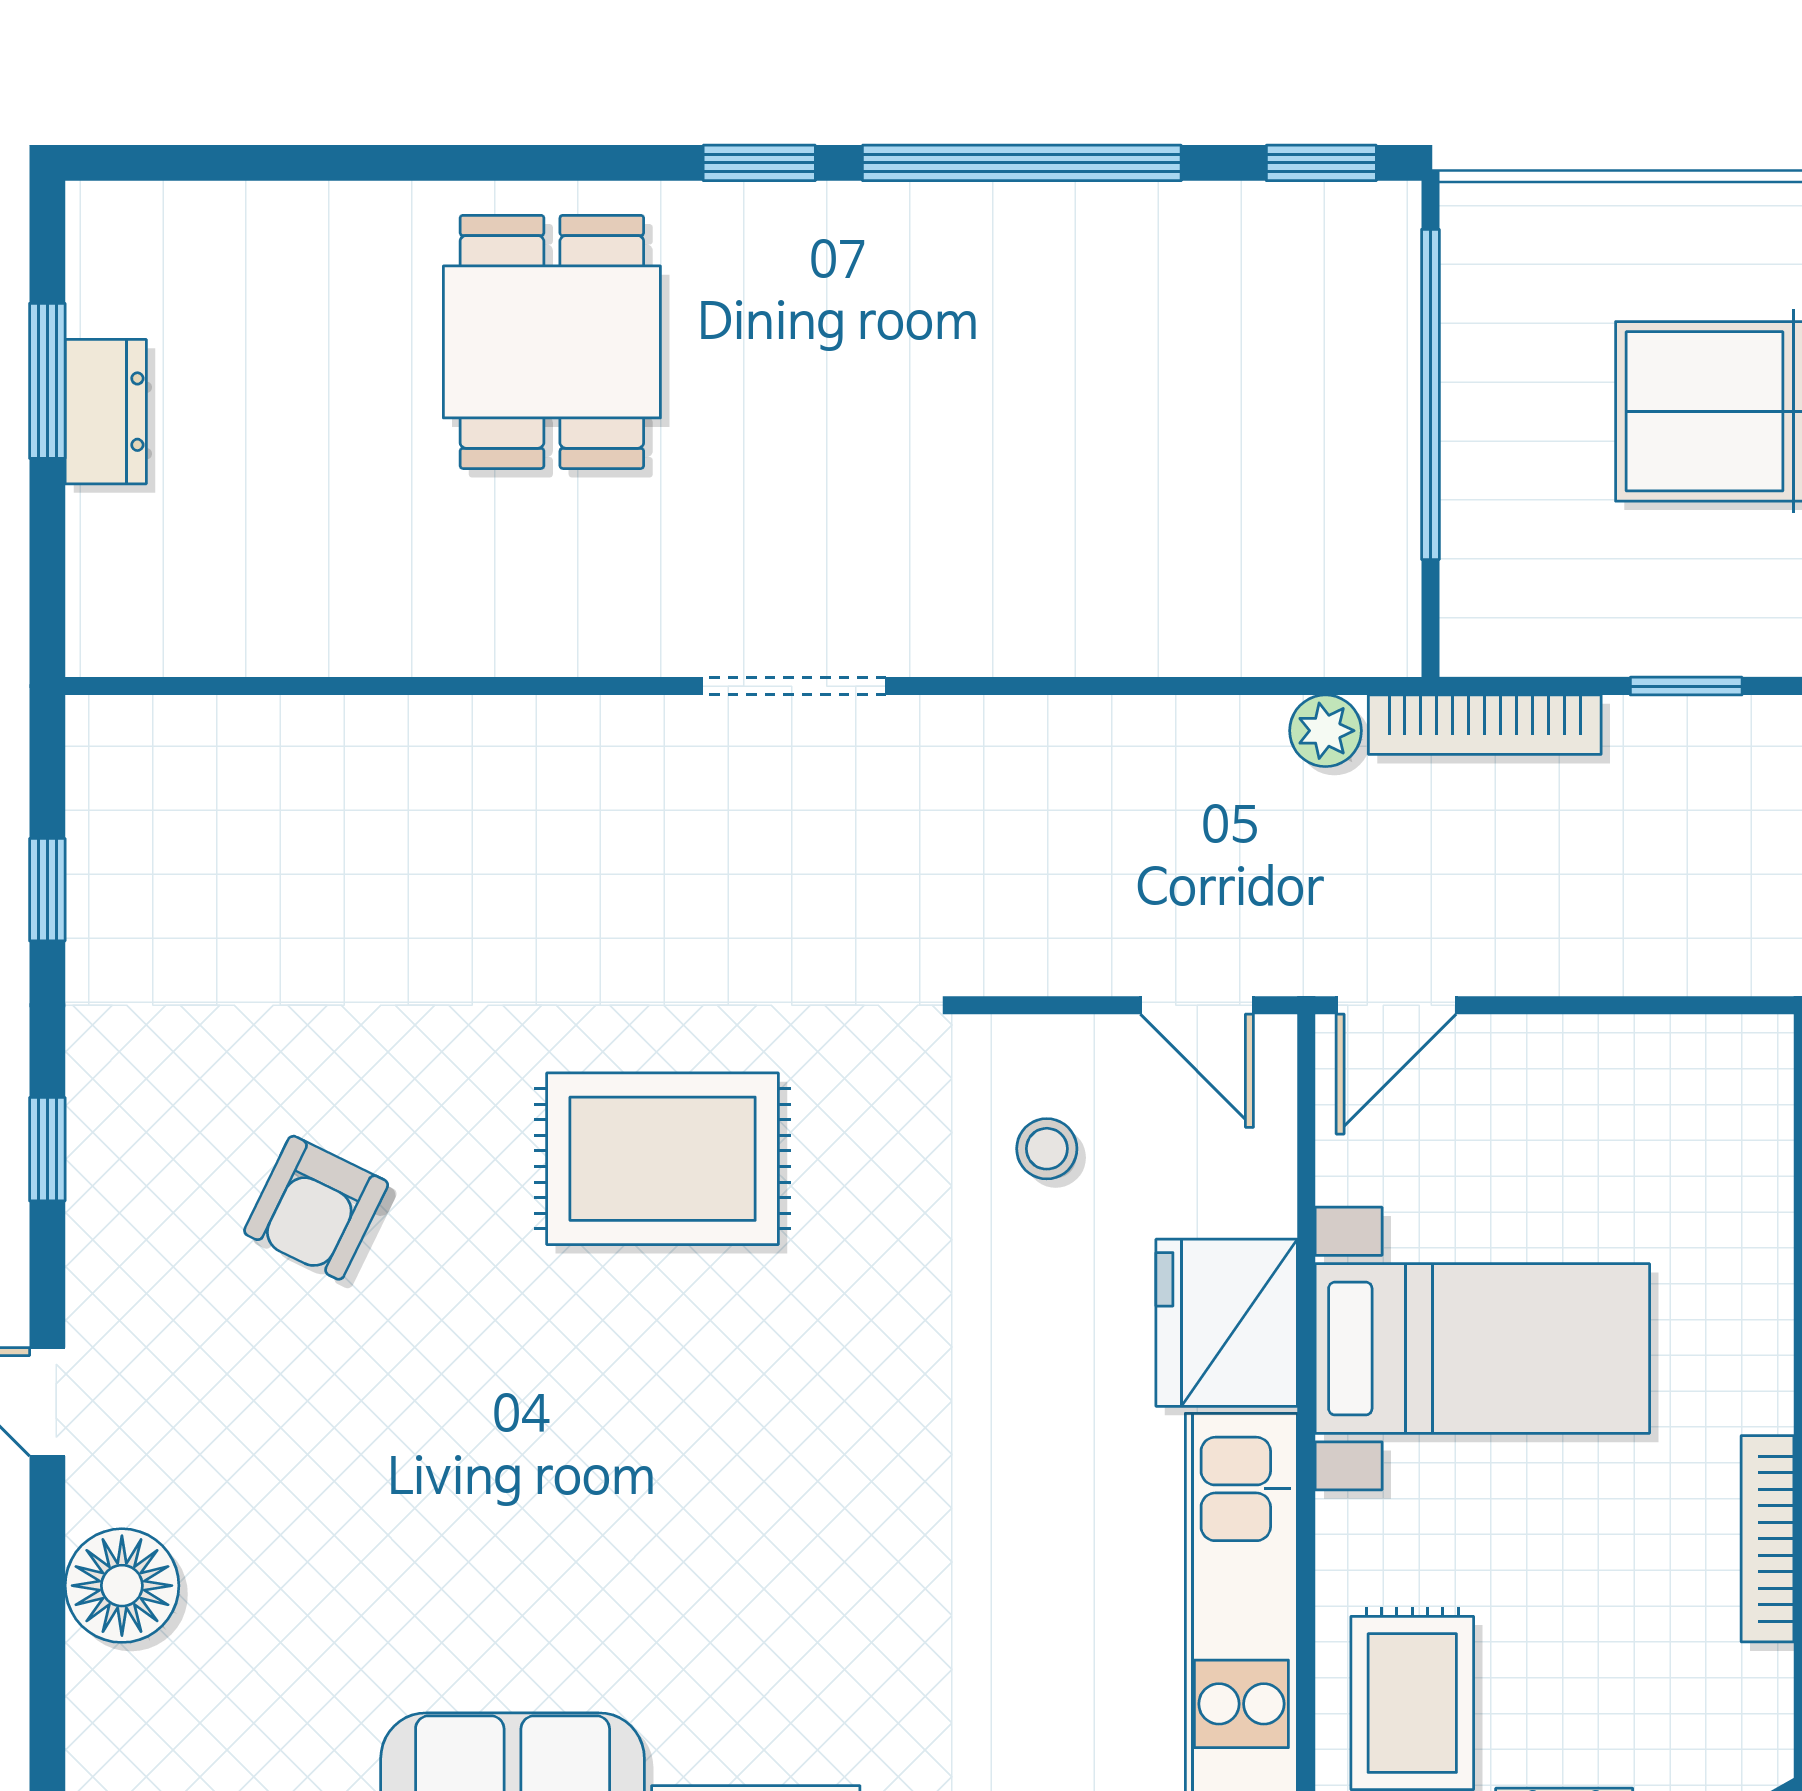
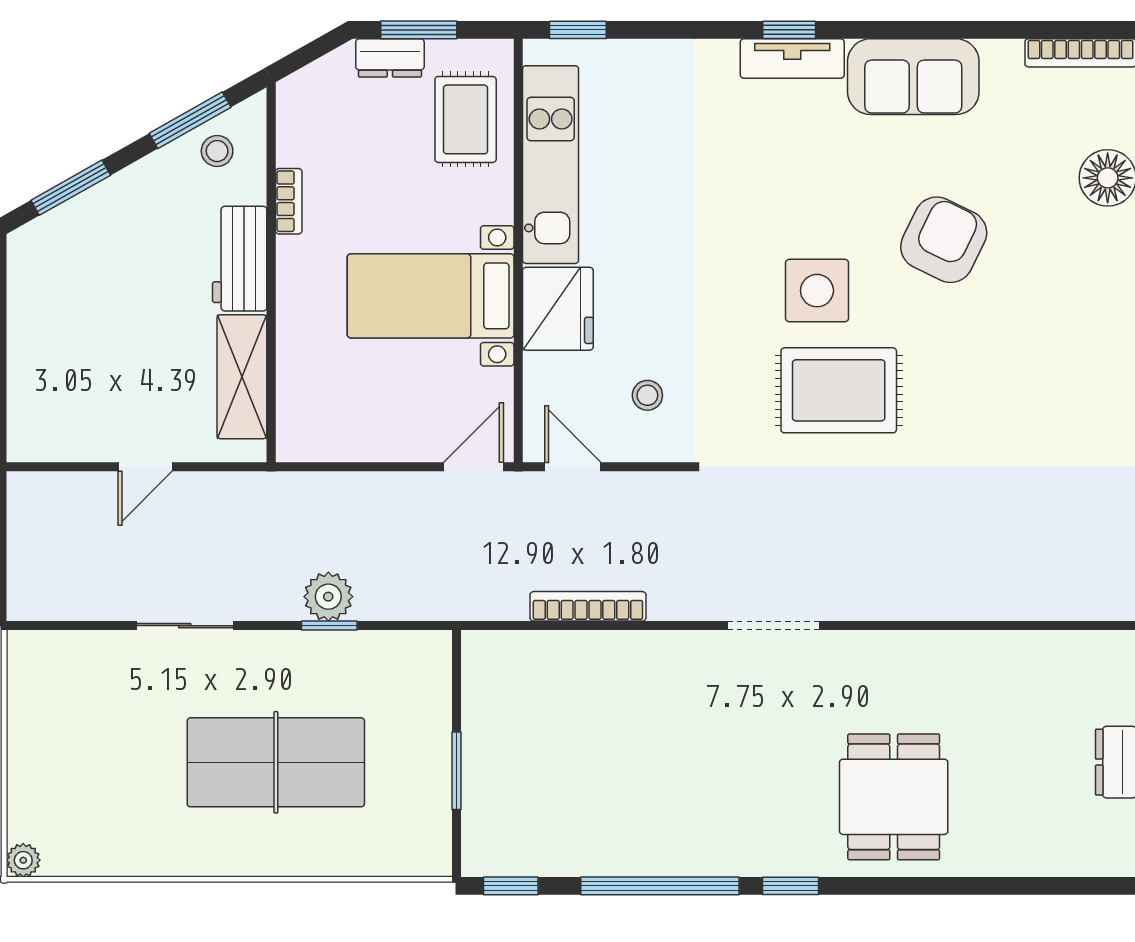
window: (1430, 394) -> (456, 771), width x0.47
bookcase: (1485, 725) -> (588, 606), moved
plant: (1325, 731) -> (328, 597), moved, width x1.38, depth x1.38
armchair: (316, 1208) -> (944, 240), moved, width x1.38, depth x1.38
side table: (706, 1359) -> (817, 291), added
bookcase: (1768, 1539) -> (289, 201), width x0.64

